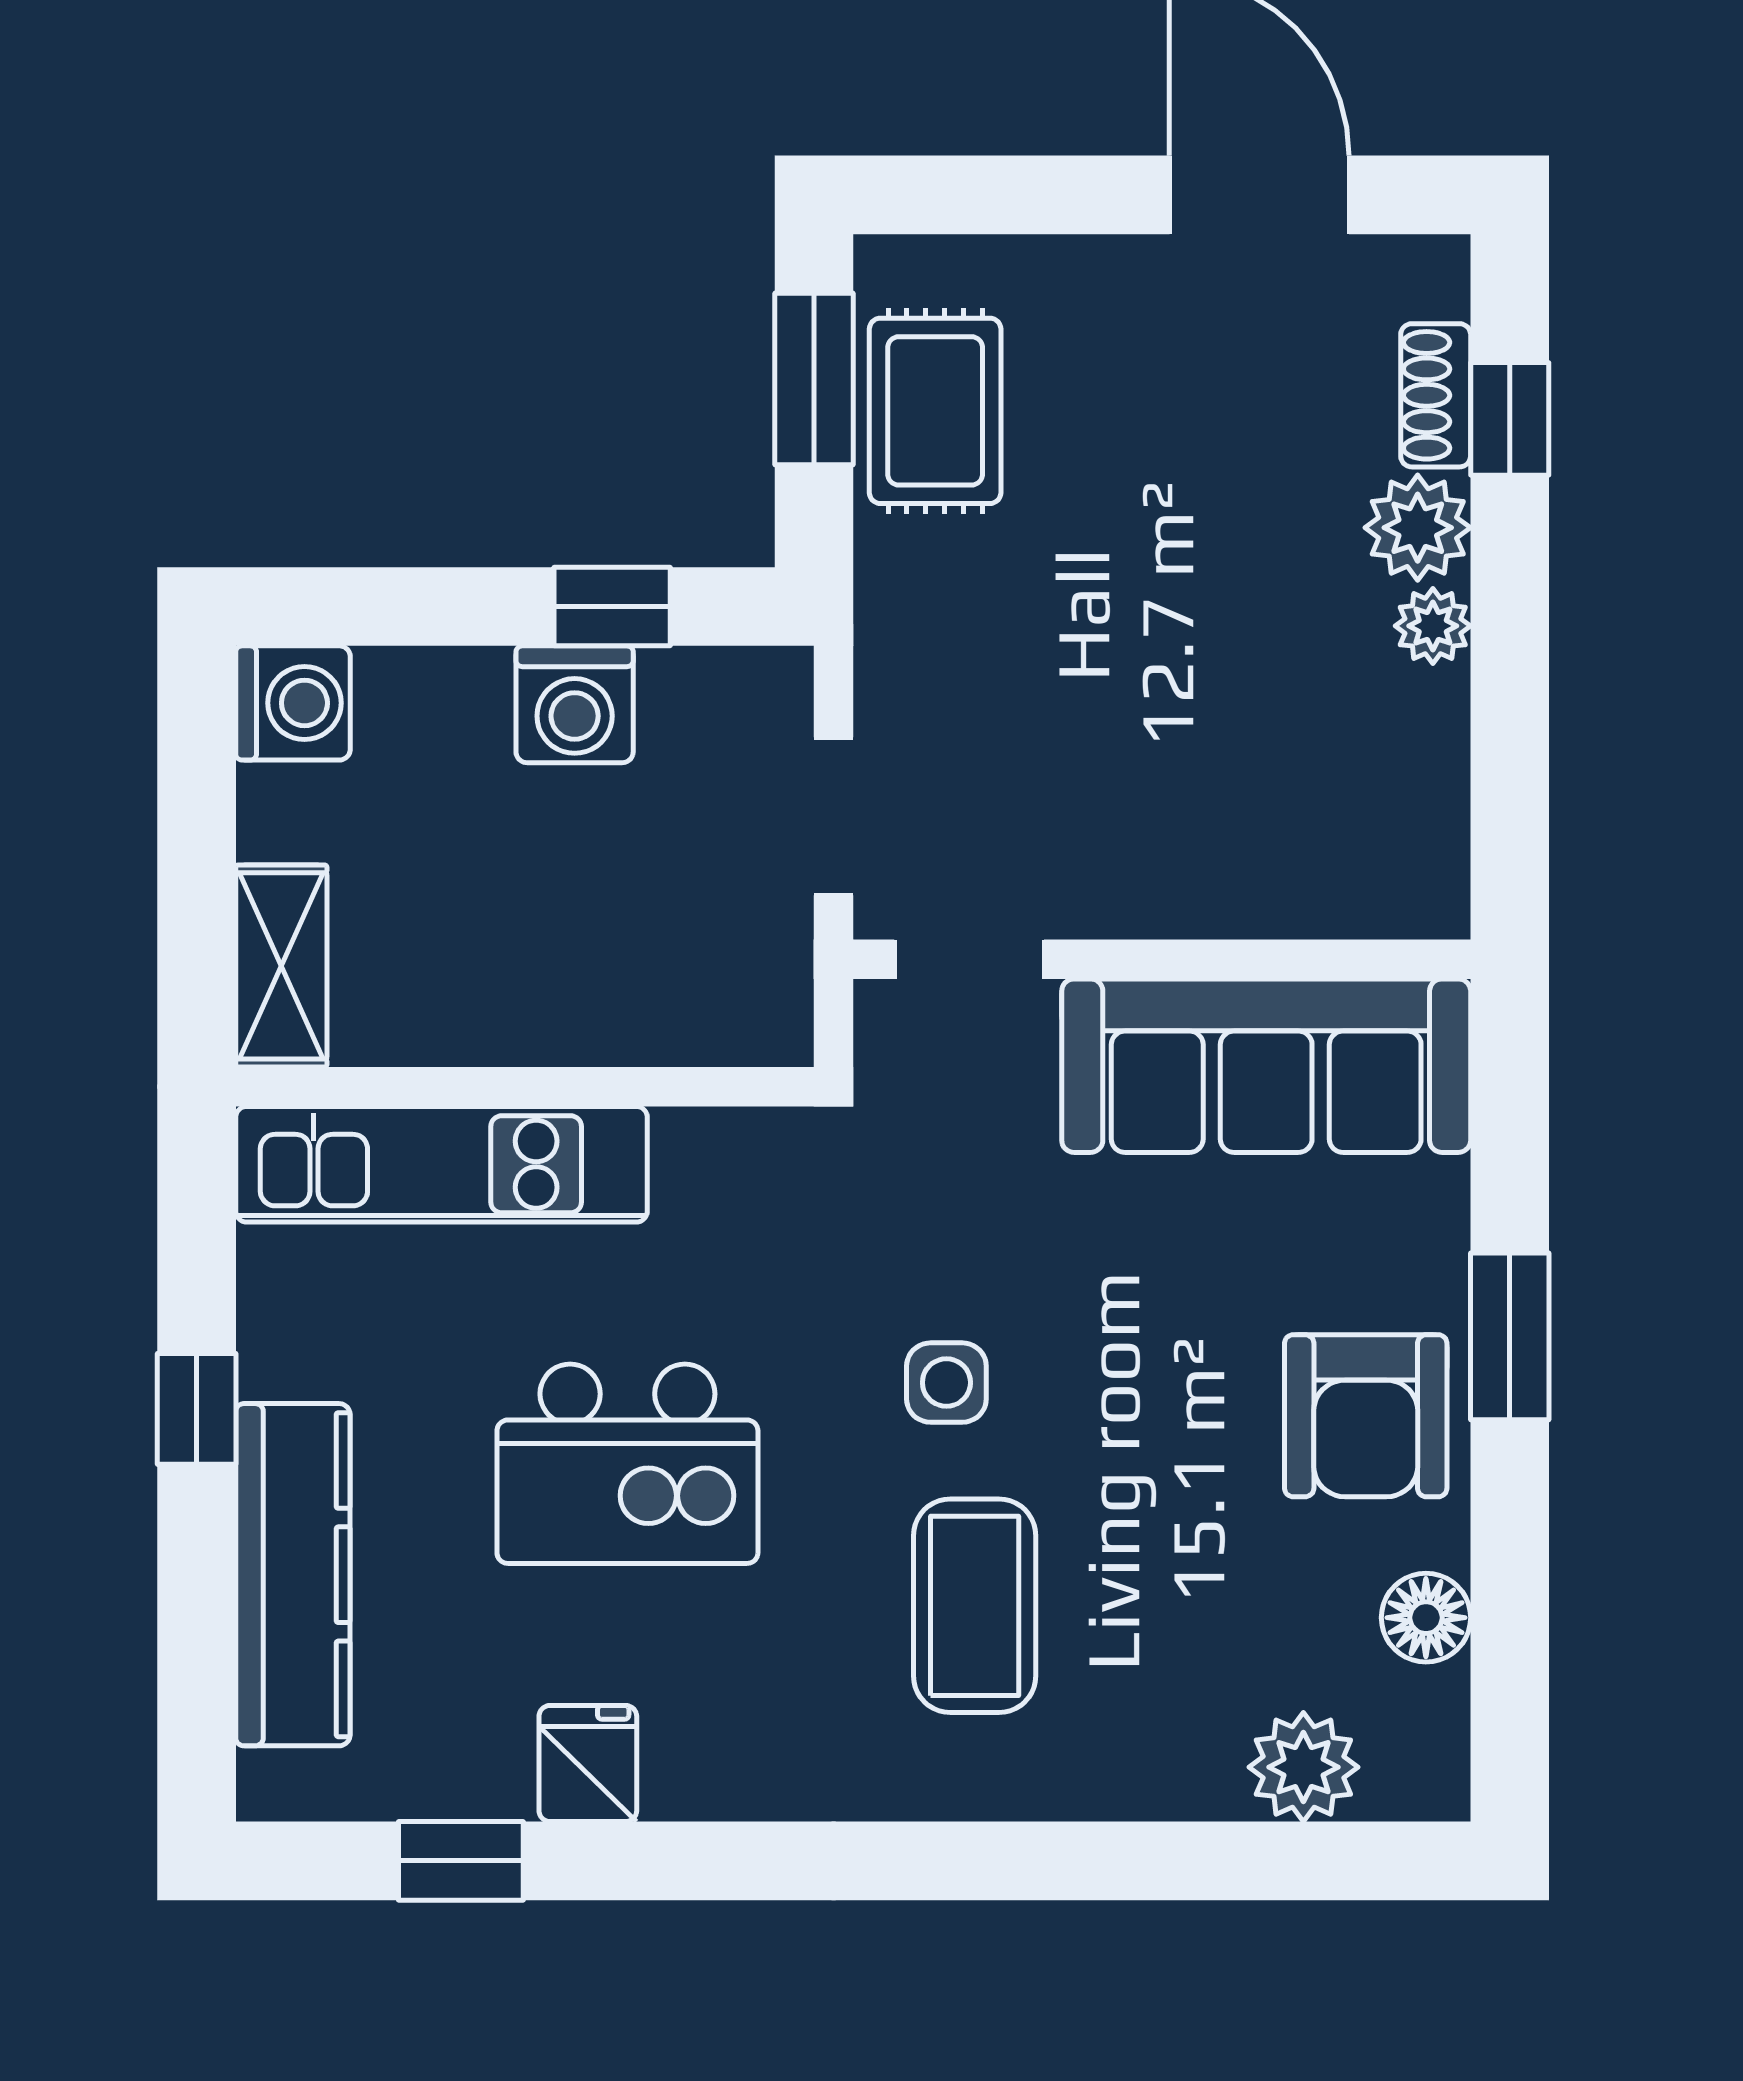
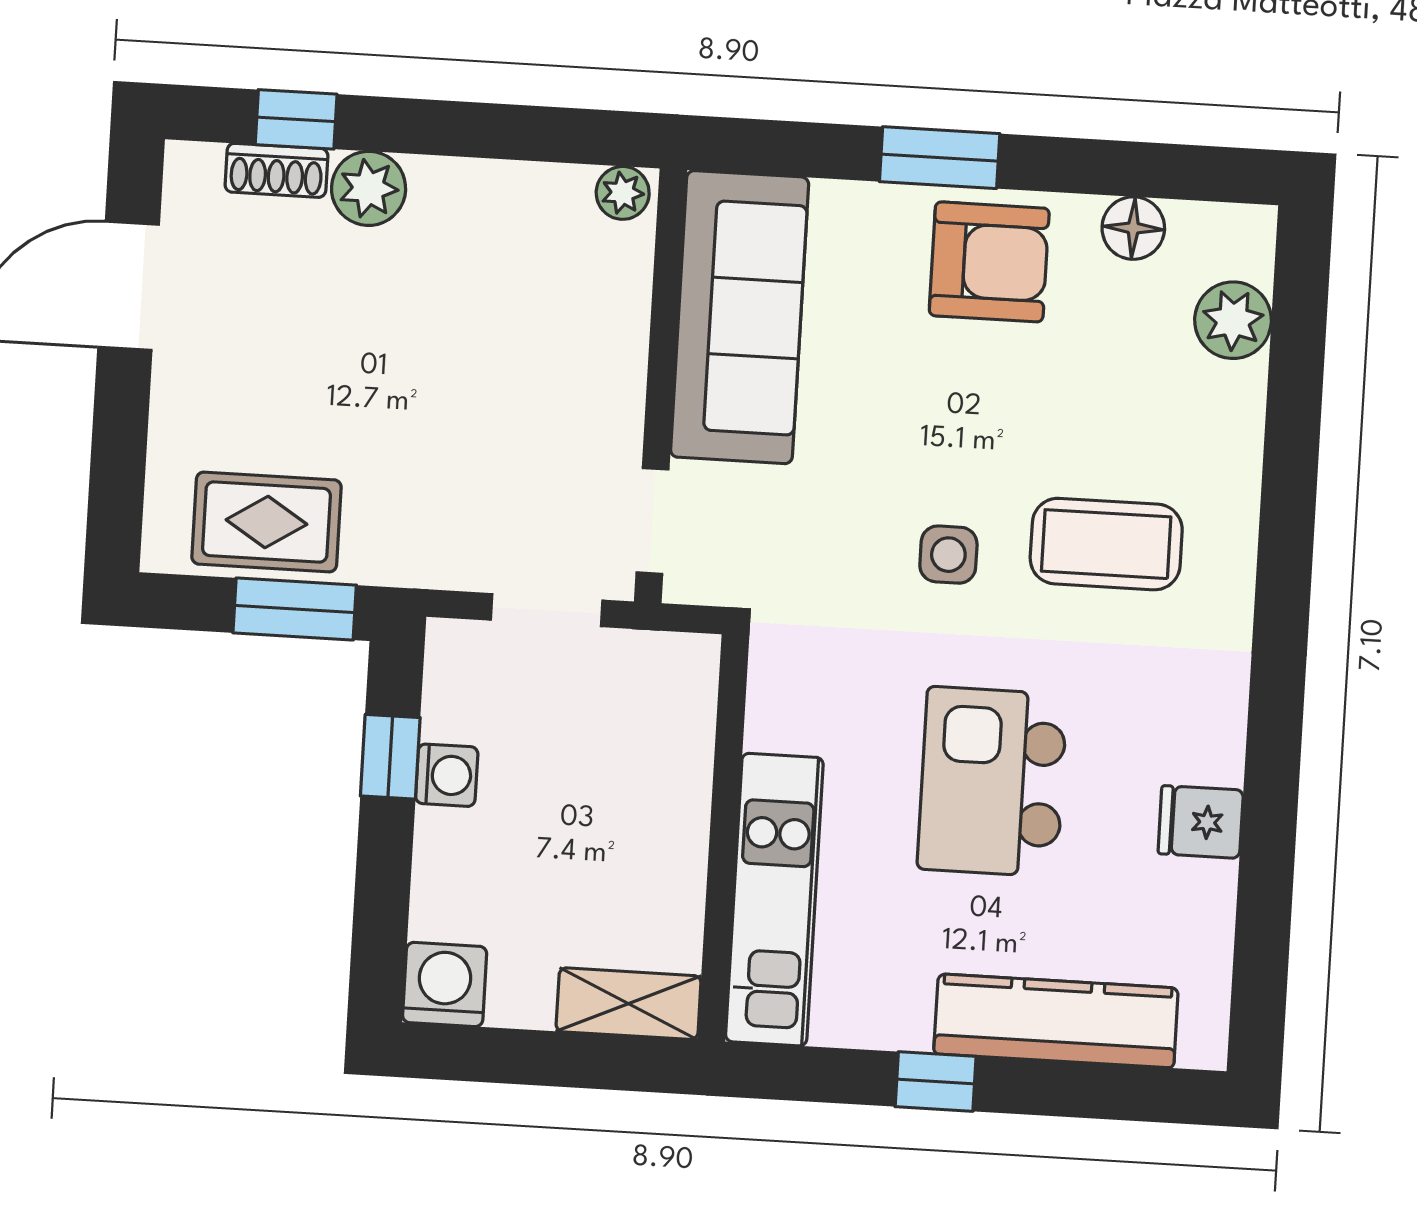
window: (814, 379) -> (295, 609), moved
plant: (1433, 626) -> (623, 193), moved
washing machine: (575, 704) -> (447, 775), width x0.73, depth x0.73
kitchen island: (627, 1464) -> (992, 782), turned 180
window: (461, 1861) -> (1264, 915), removed

